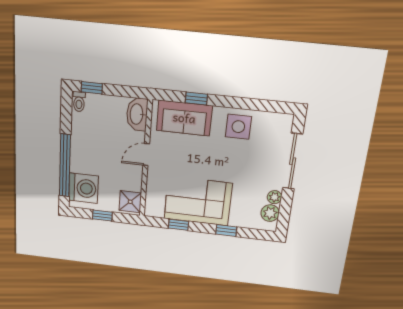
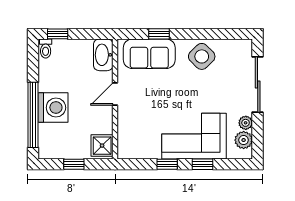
side table: (238, 127) -> (202, 56), turned 45
washing machine: (83, 188) -> (53, 108), moved
corner sofa: (198, 201) -> (194, 136), moved
window: (178, 225) -> (167, 164), moved

